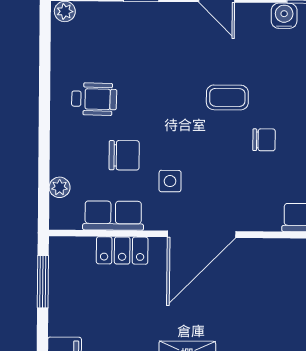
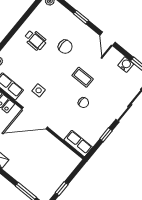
chair: (124, 155) -> (65, 47), moved

